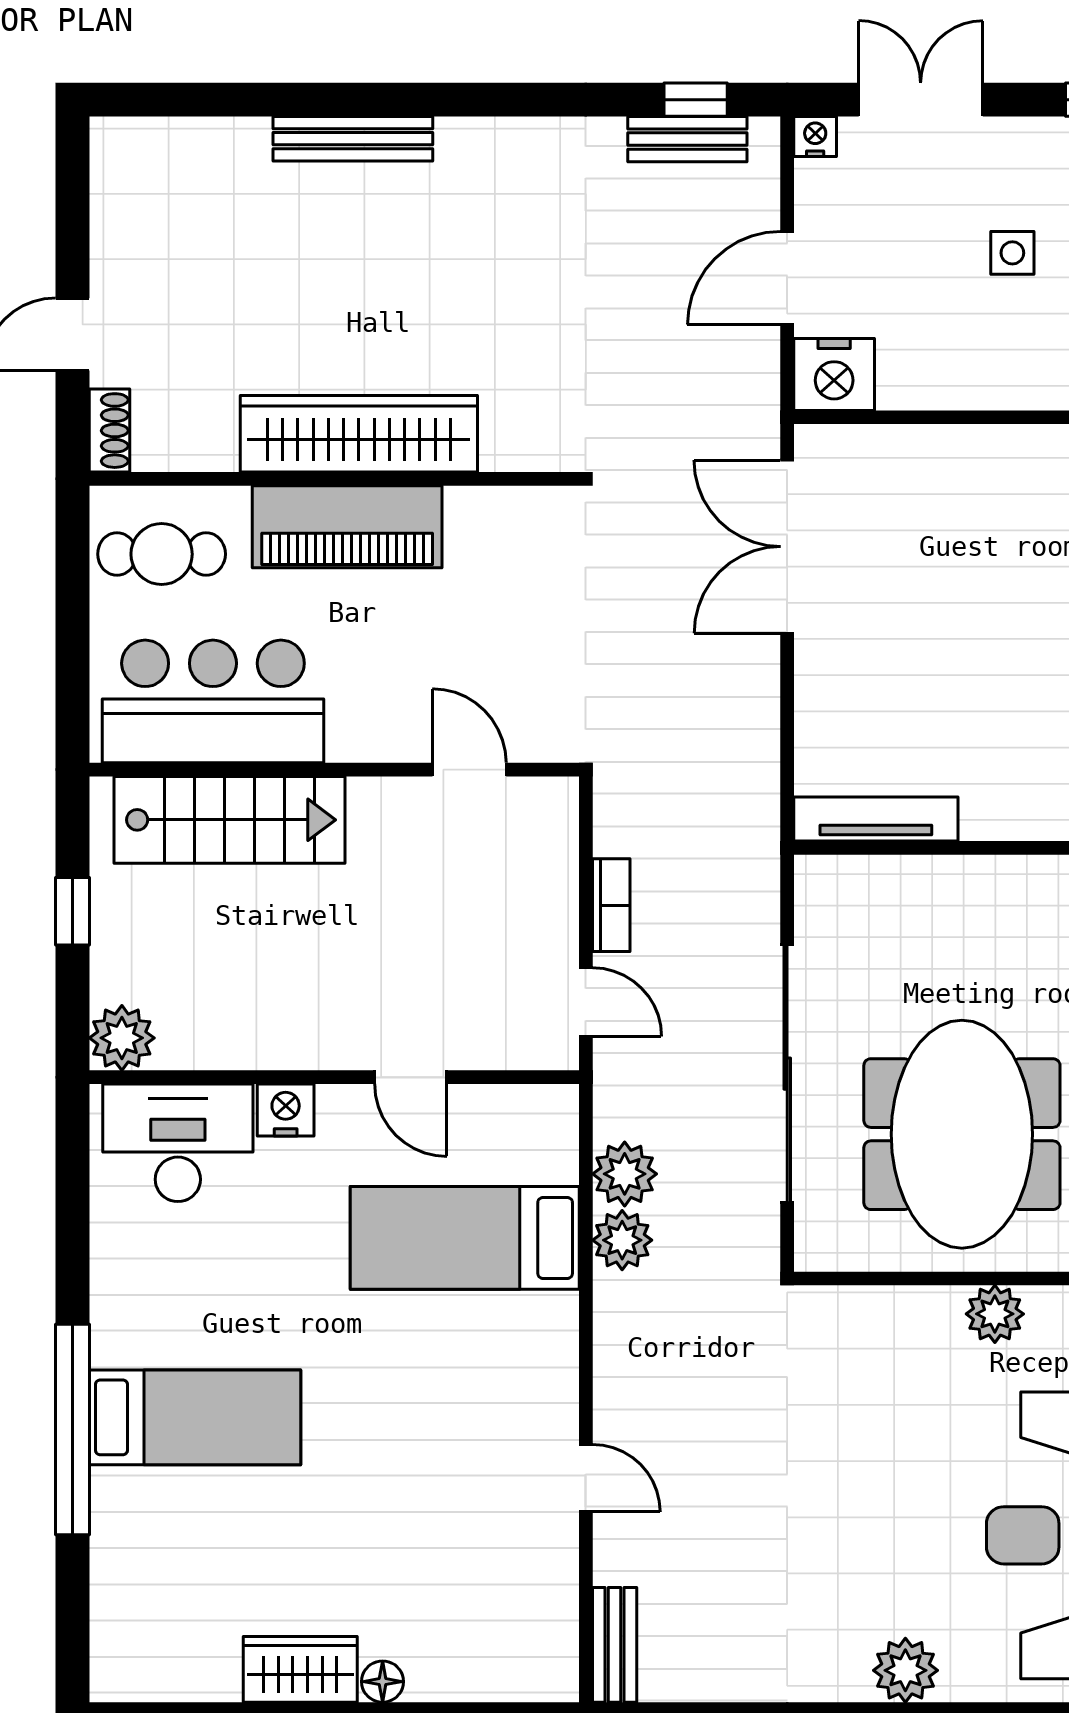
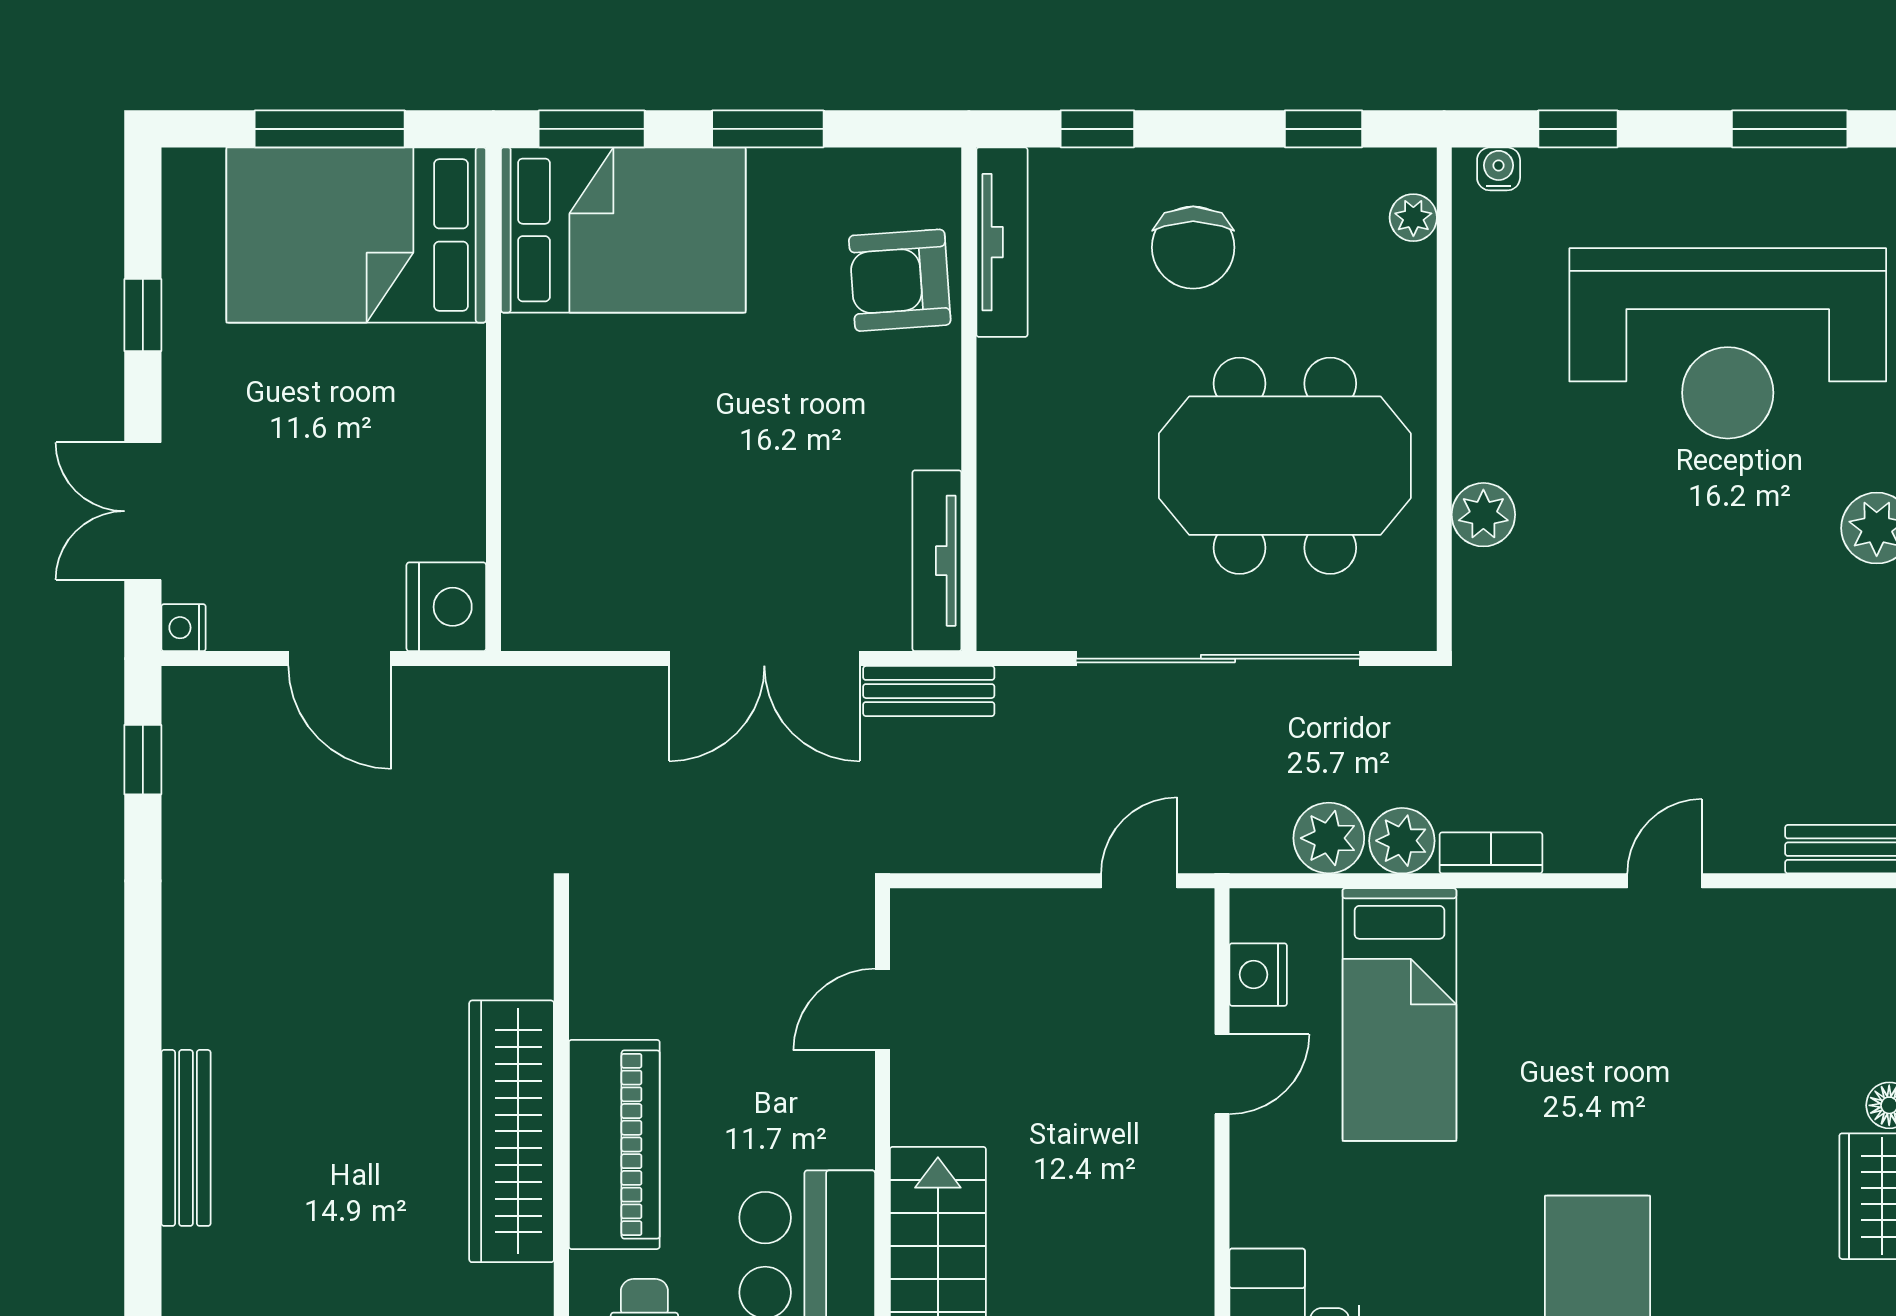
bench: (687, 139) -> (929, 691), moved, turned 90
side table: (1012, 253) -> (312, 410), removed
double door: (787, 547) -> (764, 659), moved
bookcase: (611, 905) -> (1491, 853), moved
nightstand: (286, 1110) -> (1258, 975), moved
plant: (995, 1314) -> (1483, 515), moved

